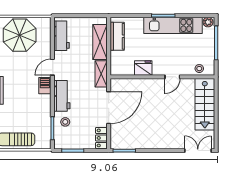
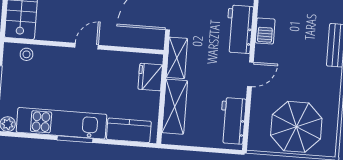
kitchen counter: (117, 36) -> (129, 130), moved, turned 90
fridge: (143, 68) -> (150, 77), moved, turned 90
door: (172, 77) -> (87, 46), moved
barbecue: (45, 86) -> (265, 31), moved

